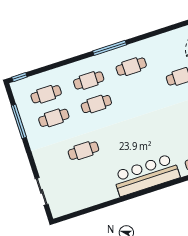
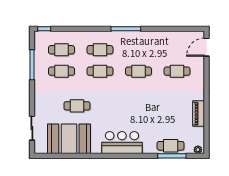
cafe table: (131, 67) -> (138, 71), moved
bar counter: (146, 175) -> (122, 143), width x0.73
booth: (86, 190) -> (69, 139), added

